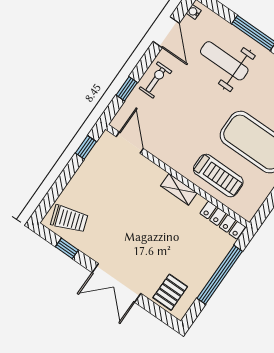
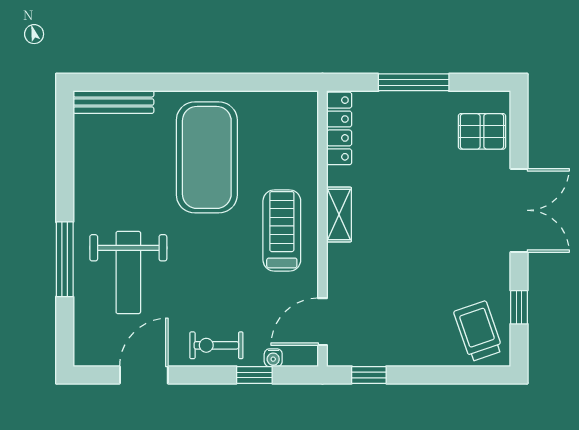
water cooler: (194, 12) -> (273, 358), moved
treadmill: (218, 176) -> (282, 230), moved
window: (220, 275) -> (414, 82), width x0.68

